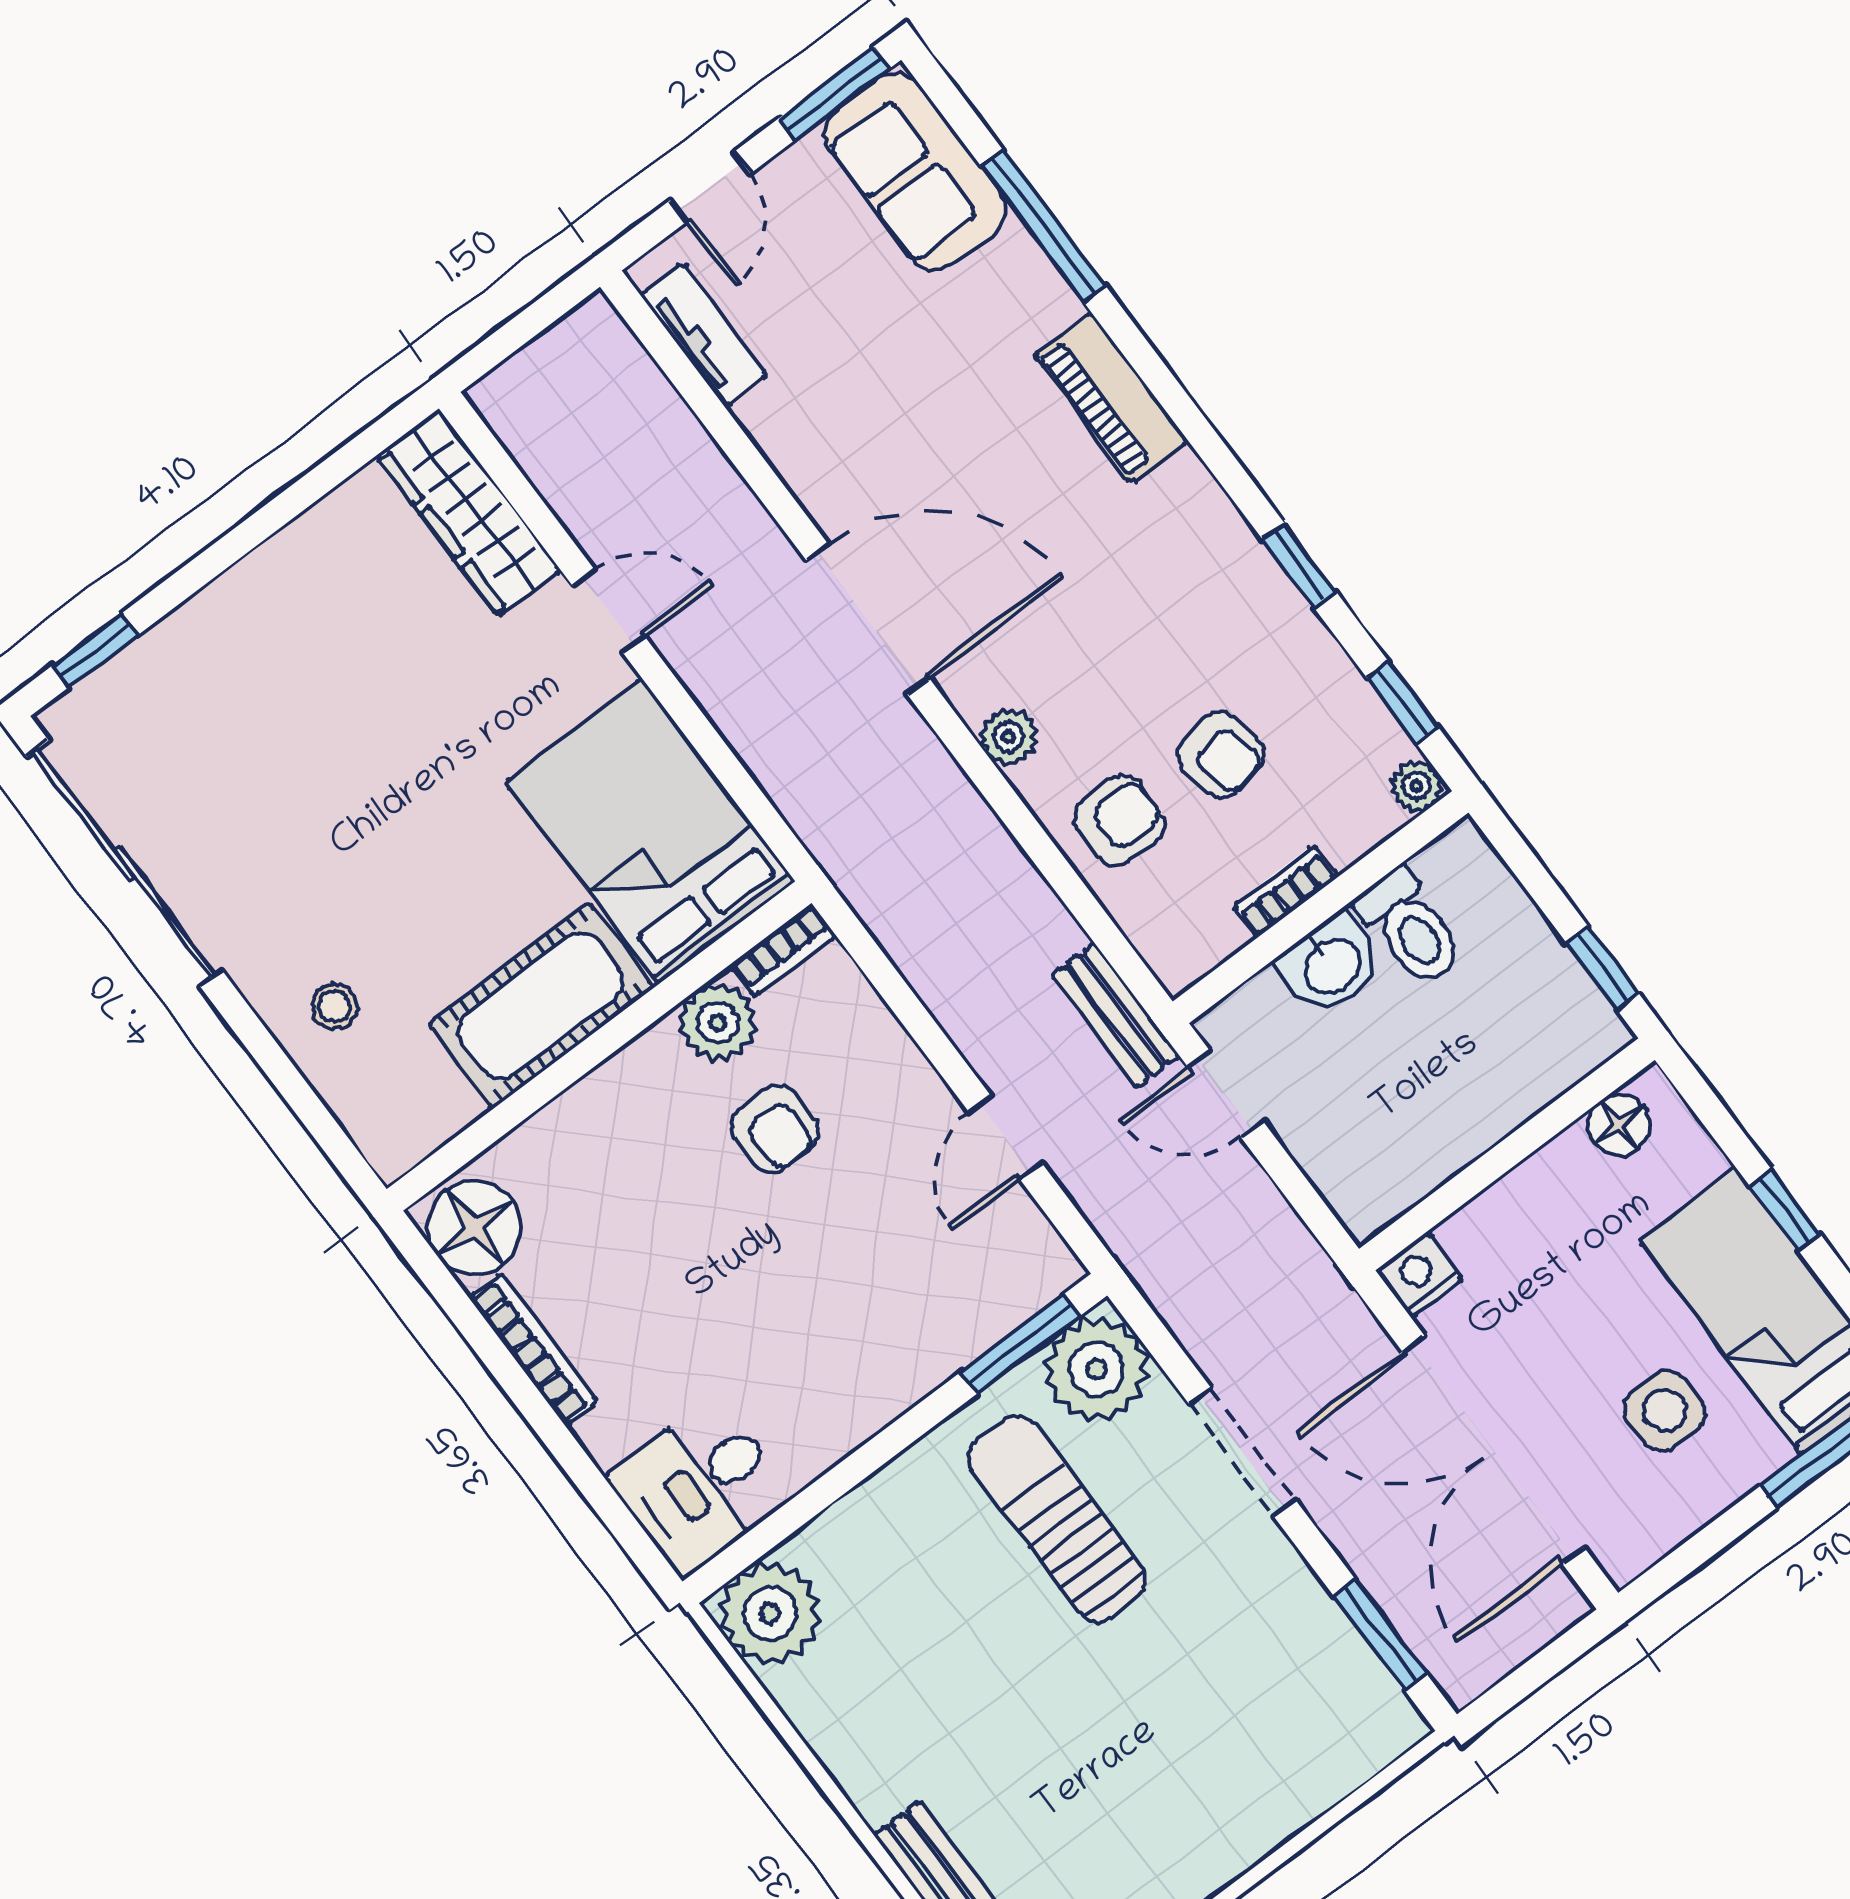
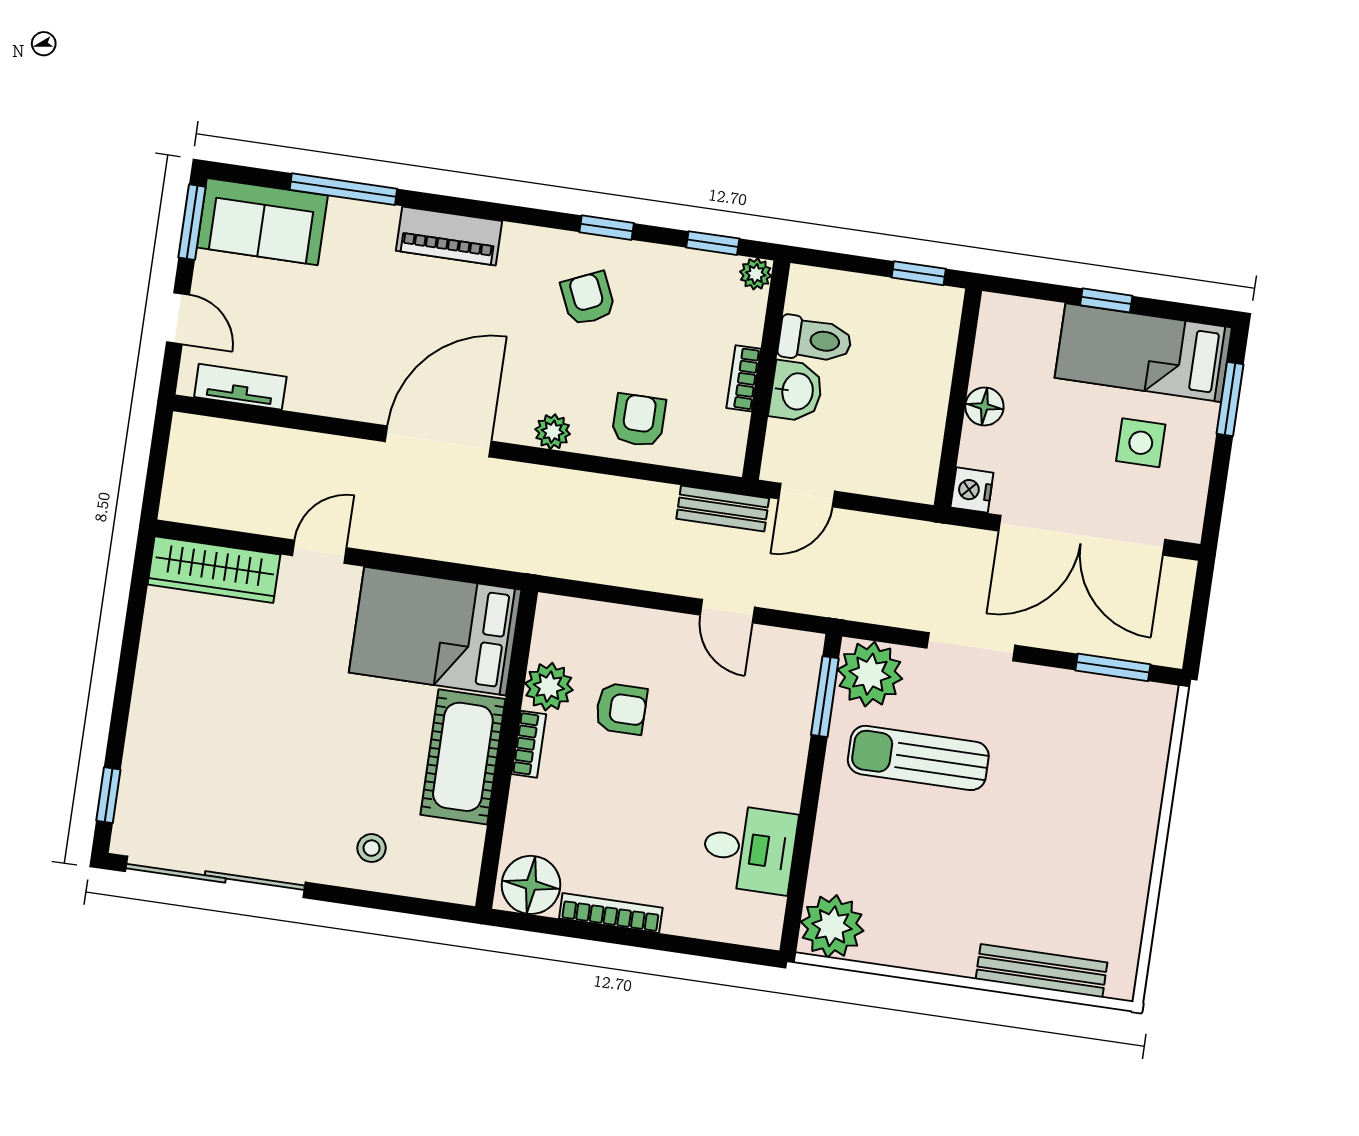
armchair: (1221, 755) -> (588, 298), moved, turned -102
bookcase: (783, 950) -> (529, 744), moved
floor lamp: (1619, 1125) -> (984, 406), moved
desk: (700, 1486) -> (749, 849), moved, turned -90

